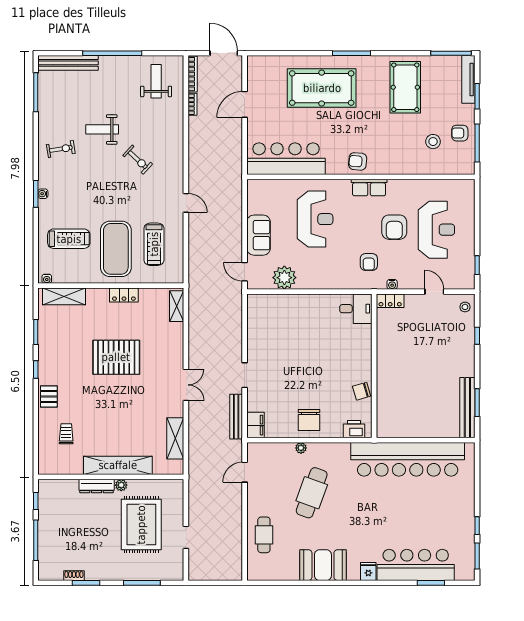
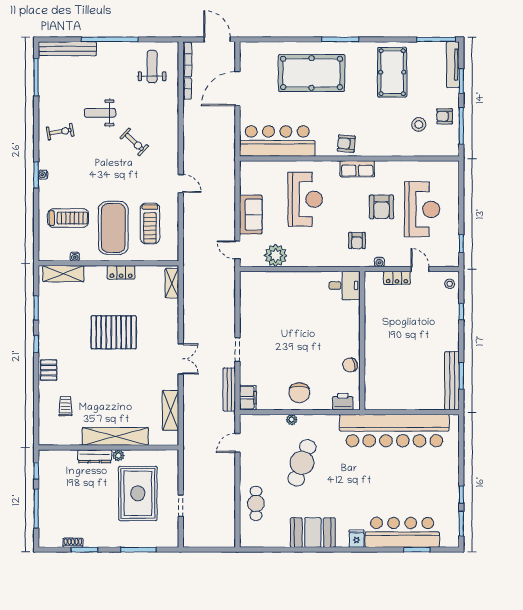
door: (245, 104) -> (237, 89), width x1.36
water cooler: (47, 279) -> (75, 257), moved
locker: (390, 301) -> (397, 278), moved

